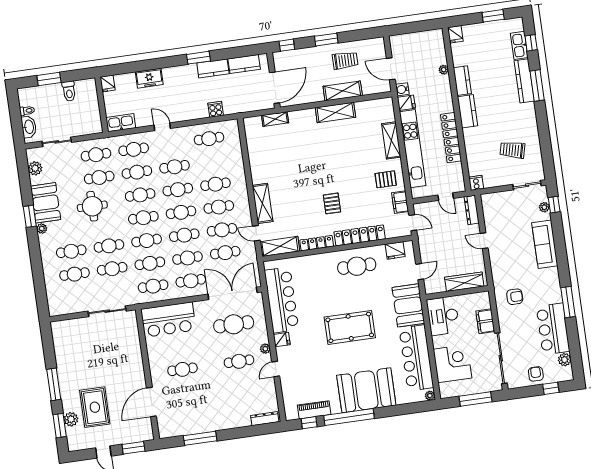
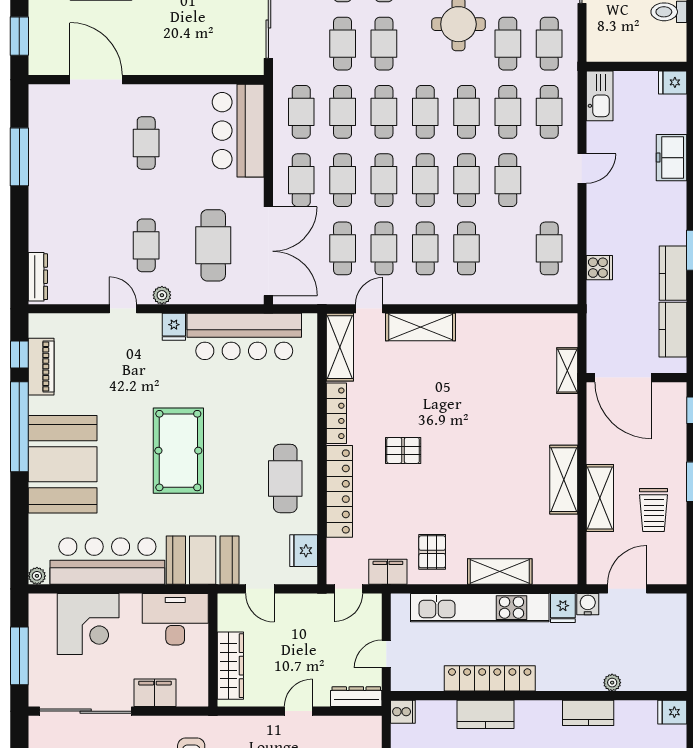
kitchen counter: (467, 111) -> (486, 714), moved

